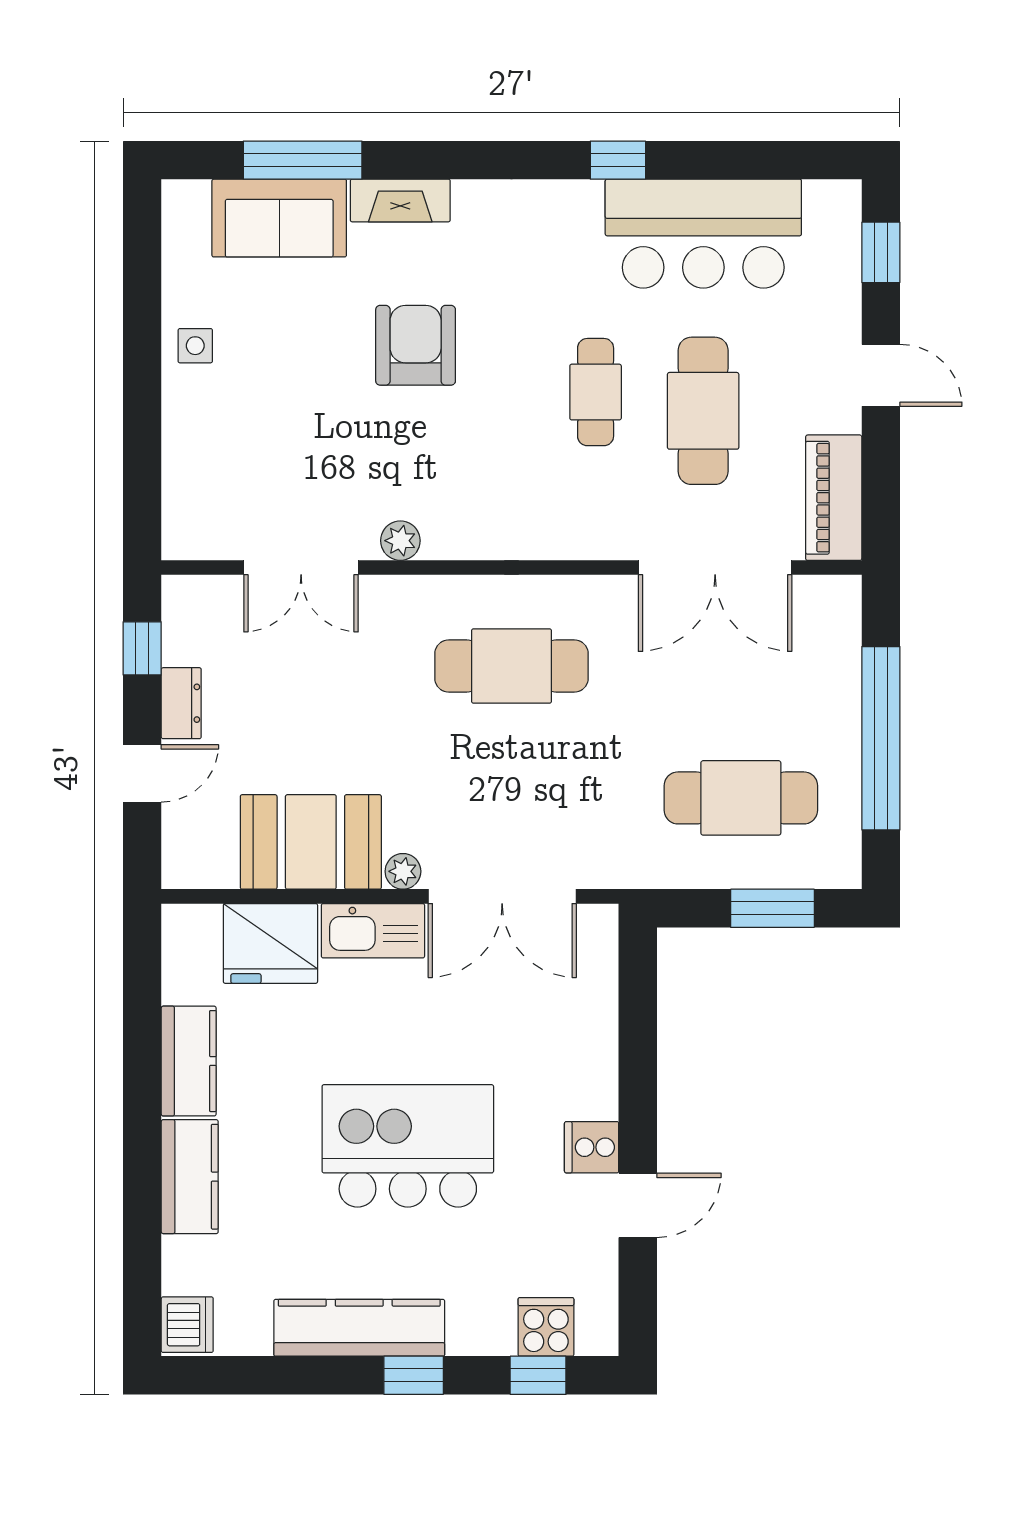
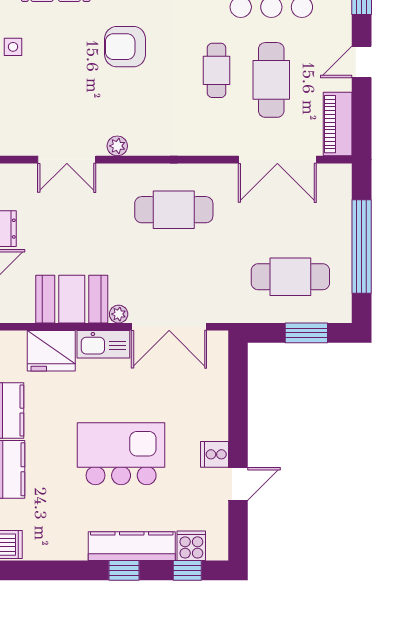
armchair: (416, 345) -> (125, 47), turned -90
door: (881, 375) -> (362, 62), swing flipped
kitchen counter: (359, 1328) -> (132, 546), moved

